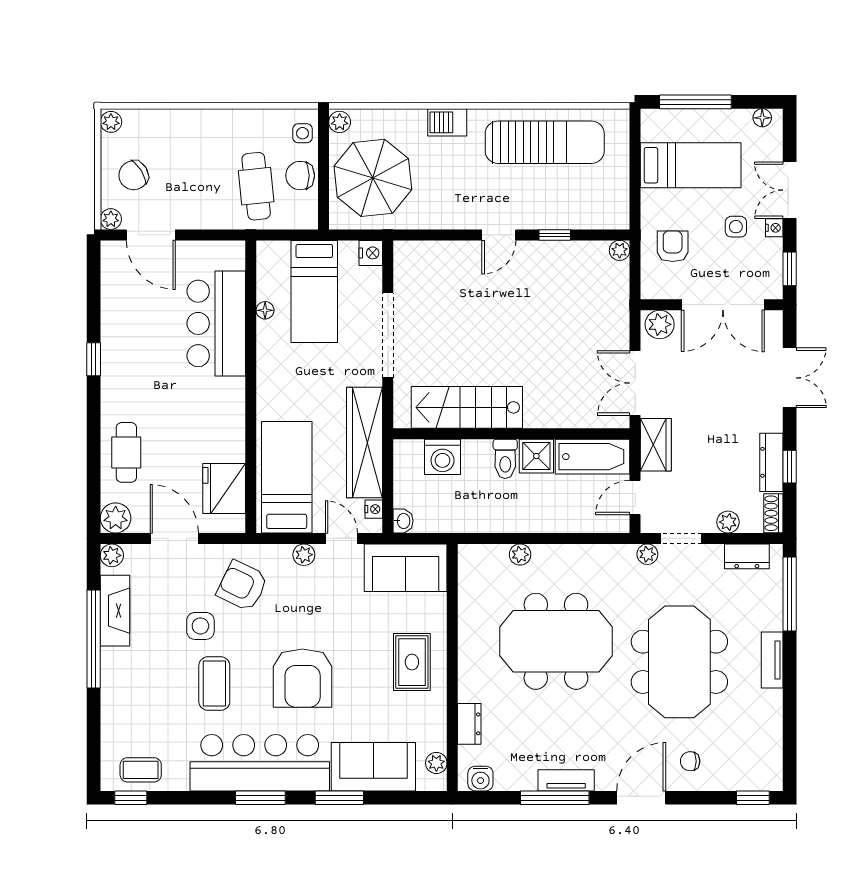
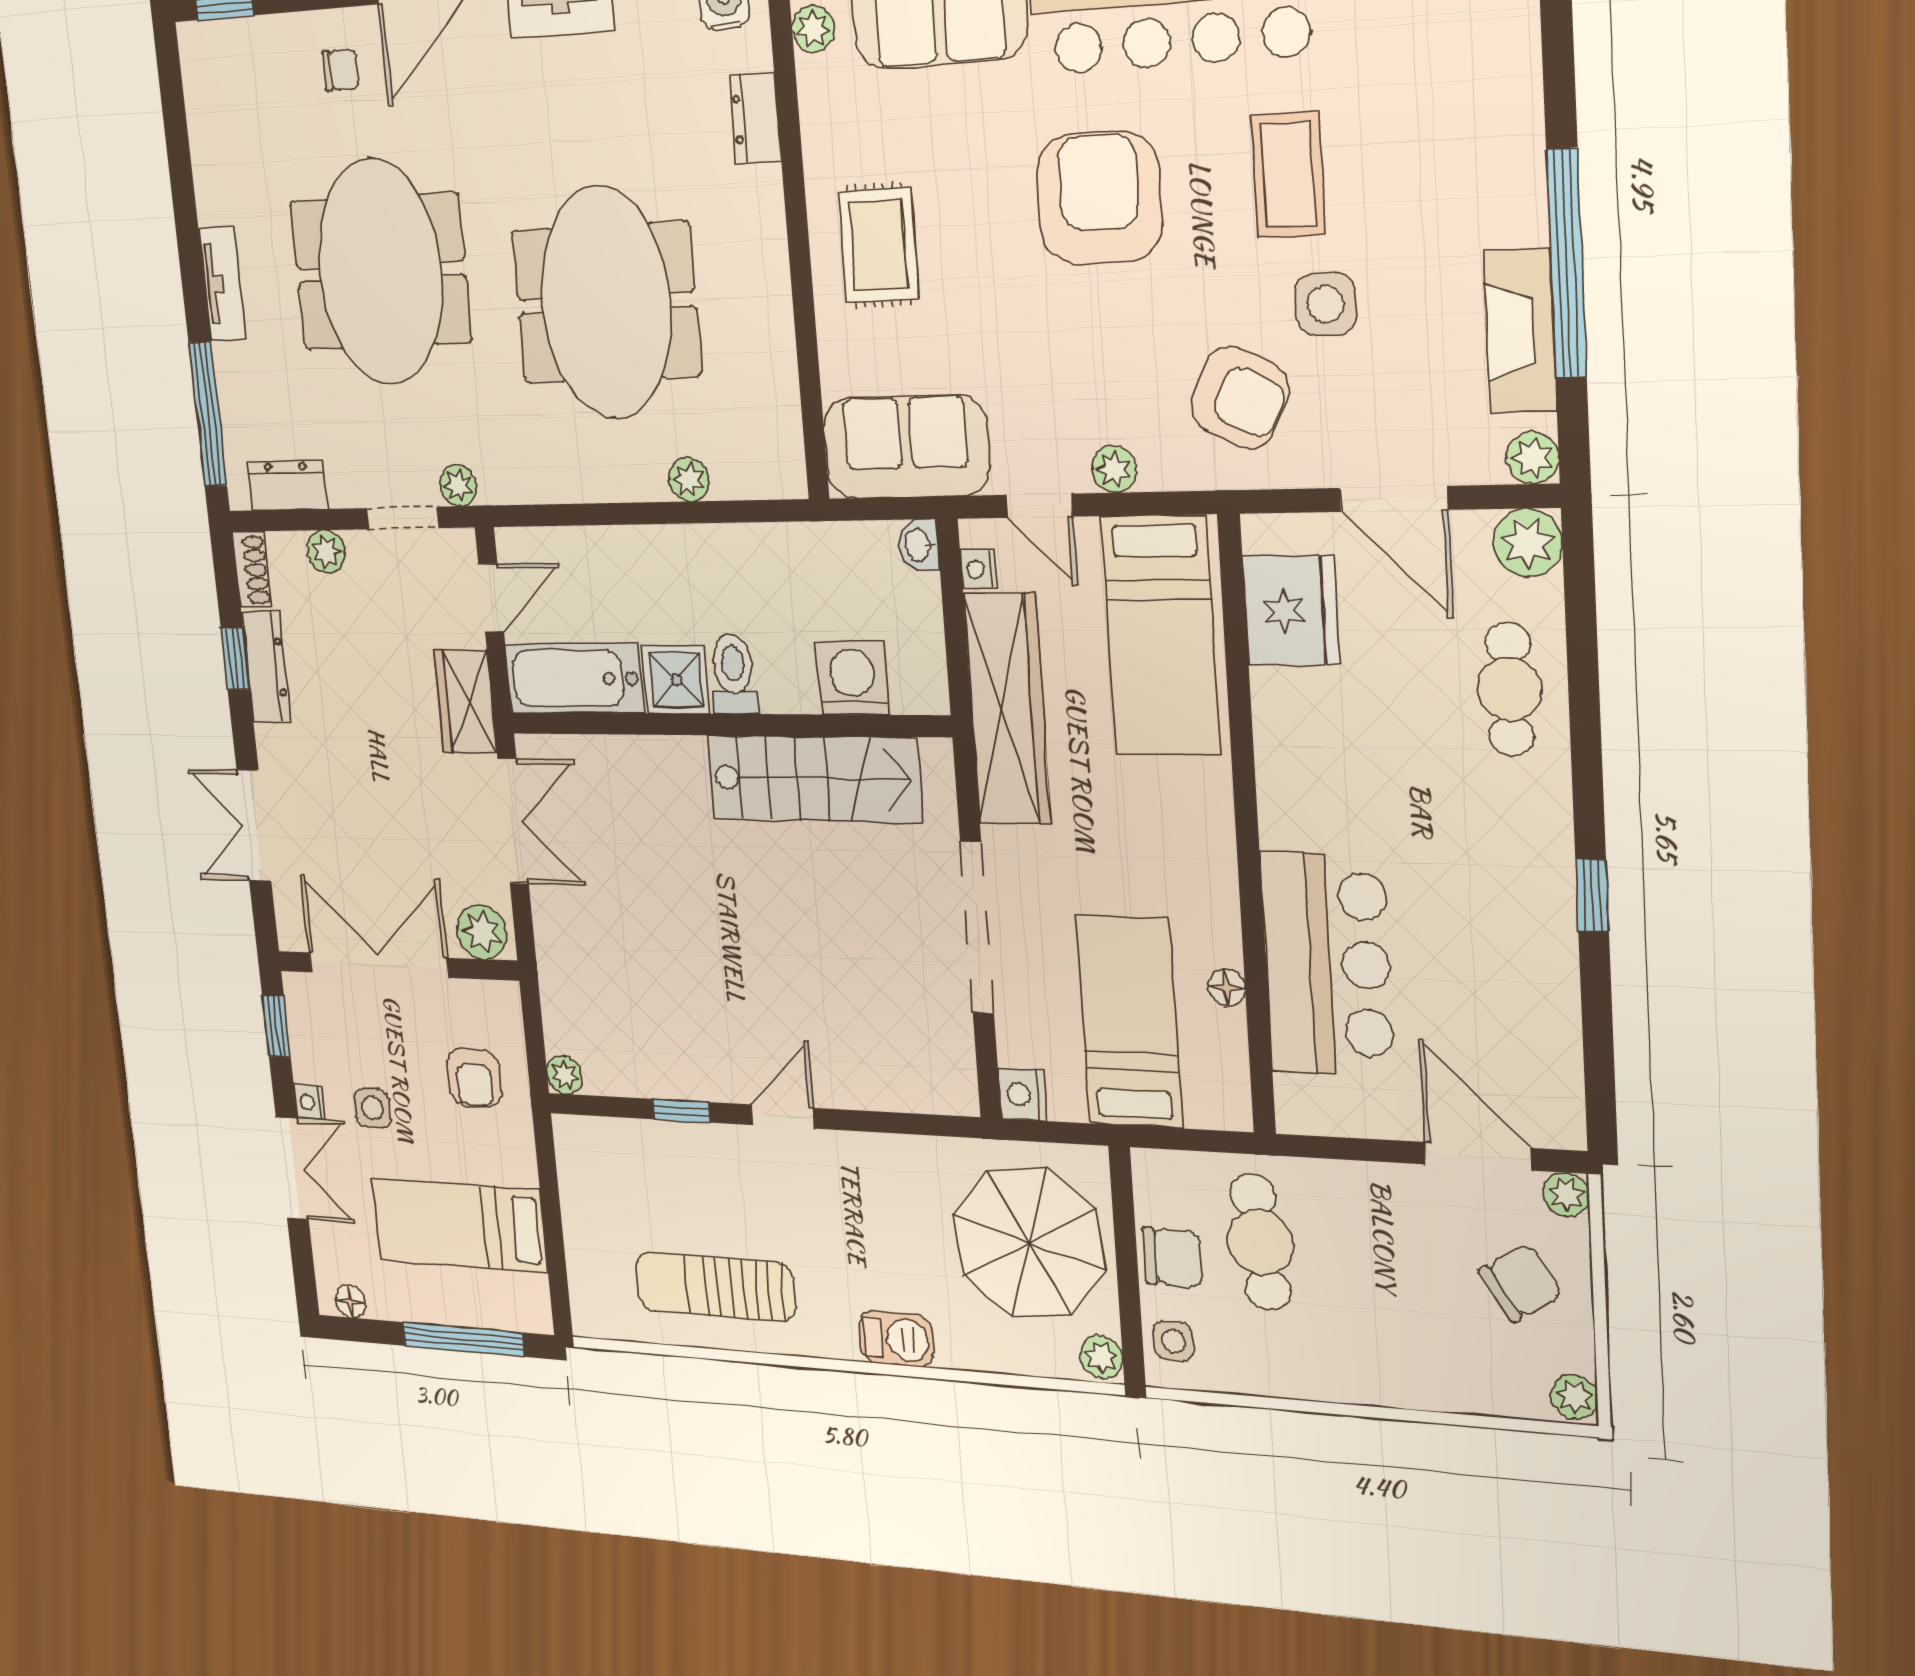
sun lounger: (545, 142) -> (715, 1287), width x0.73, depth x0.75
meeting table: (556, 641) -> (606, 303), turned 90

